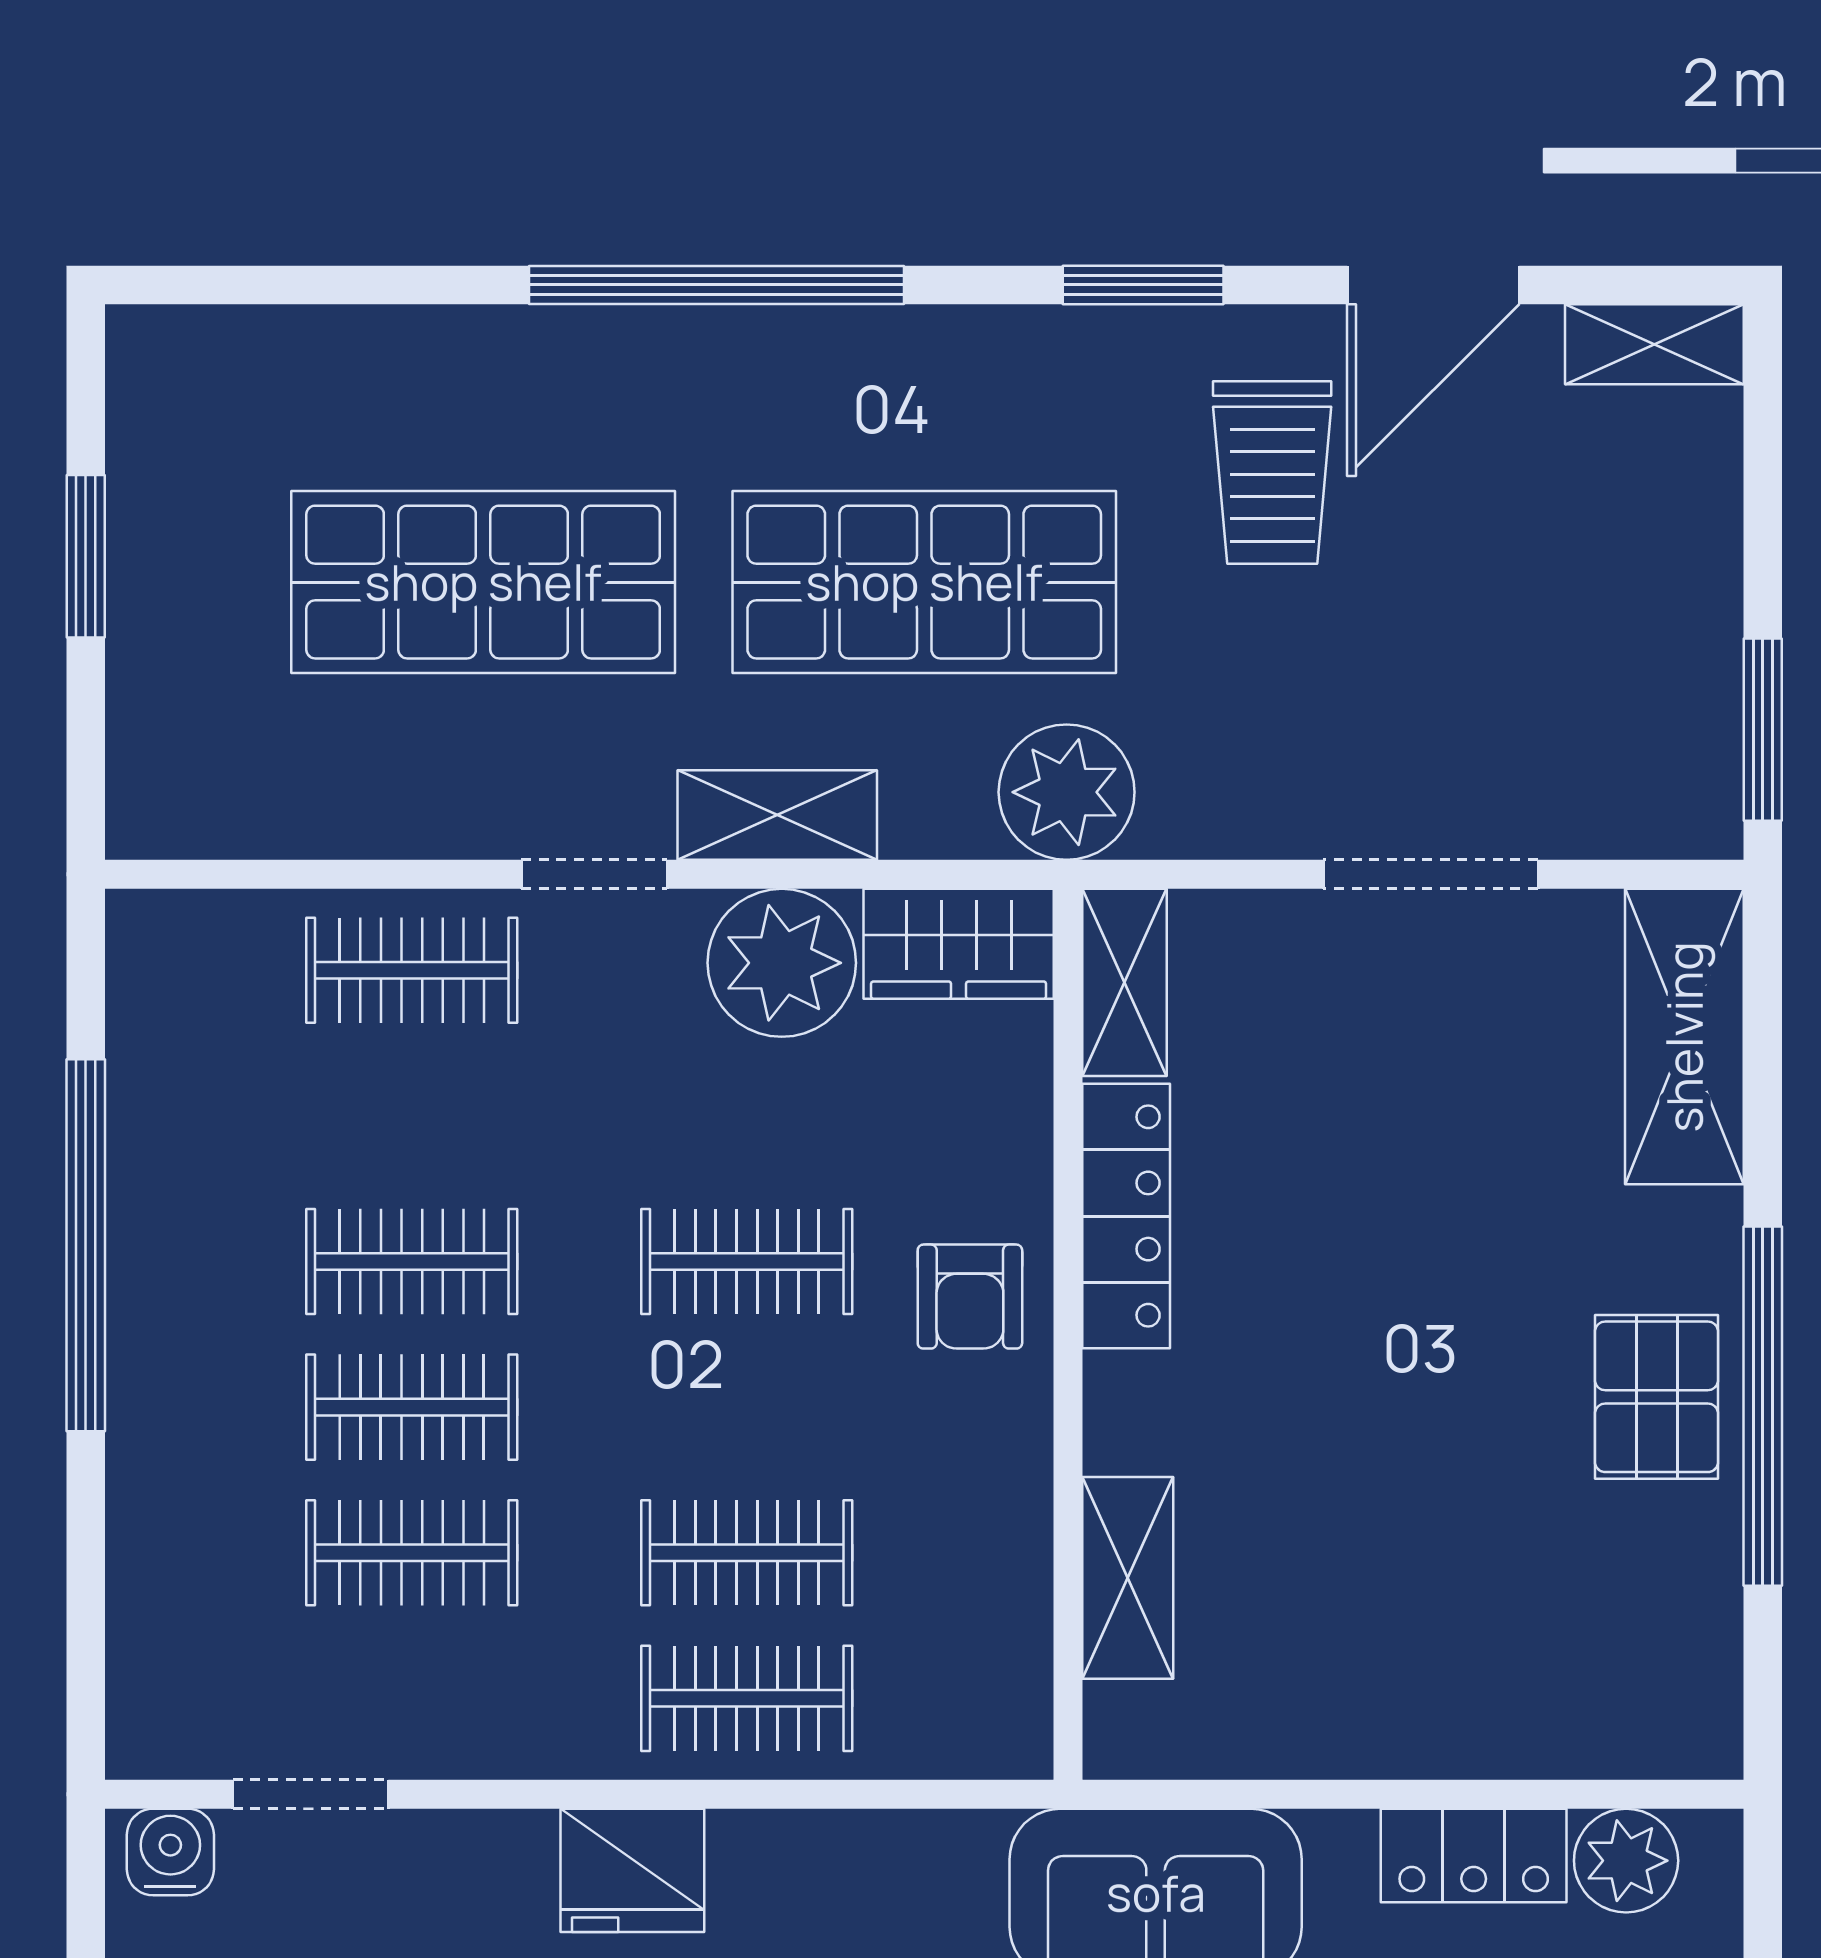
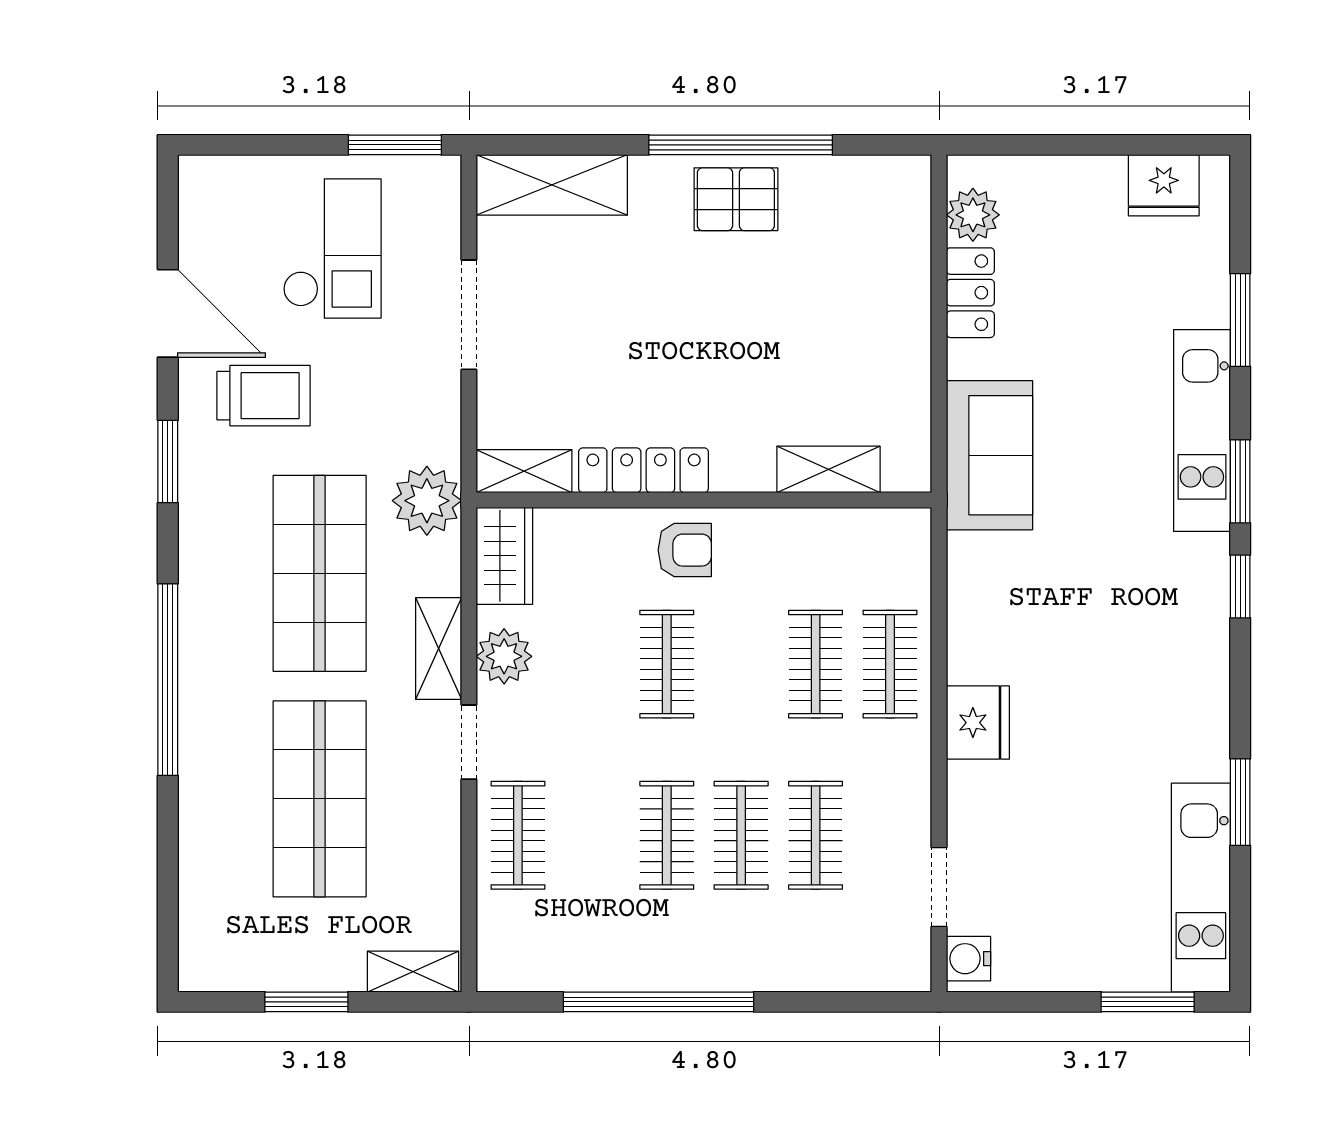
shelving: (1654, 344) -> (413, 972), moved, turned 90
checkout: (1560, 607) -> (332, 248), added
plant: (782, 963) -> (504, 656), width x0.73, depth x0.73

